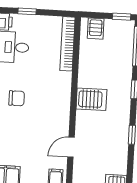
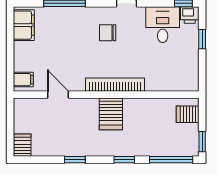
bookcase: (67, 44) -> (115, 85), moved
chair: (17, 98) -> (108, 33), turned 90

